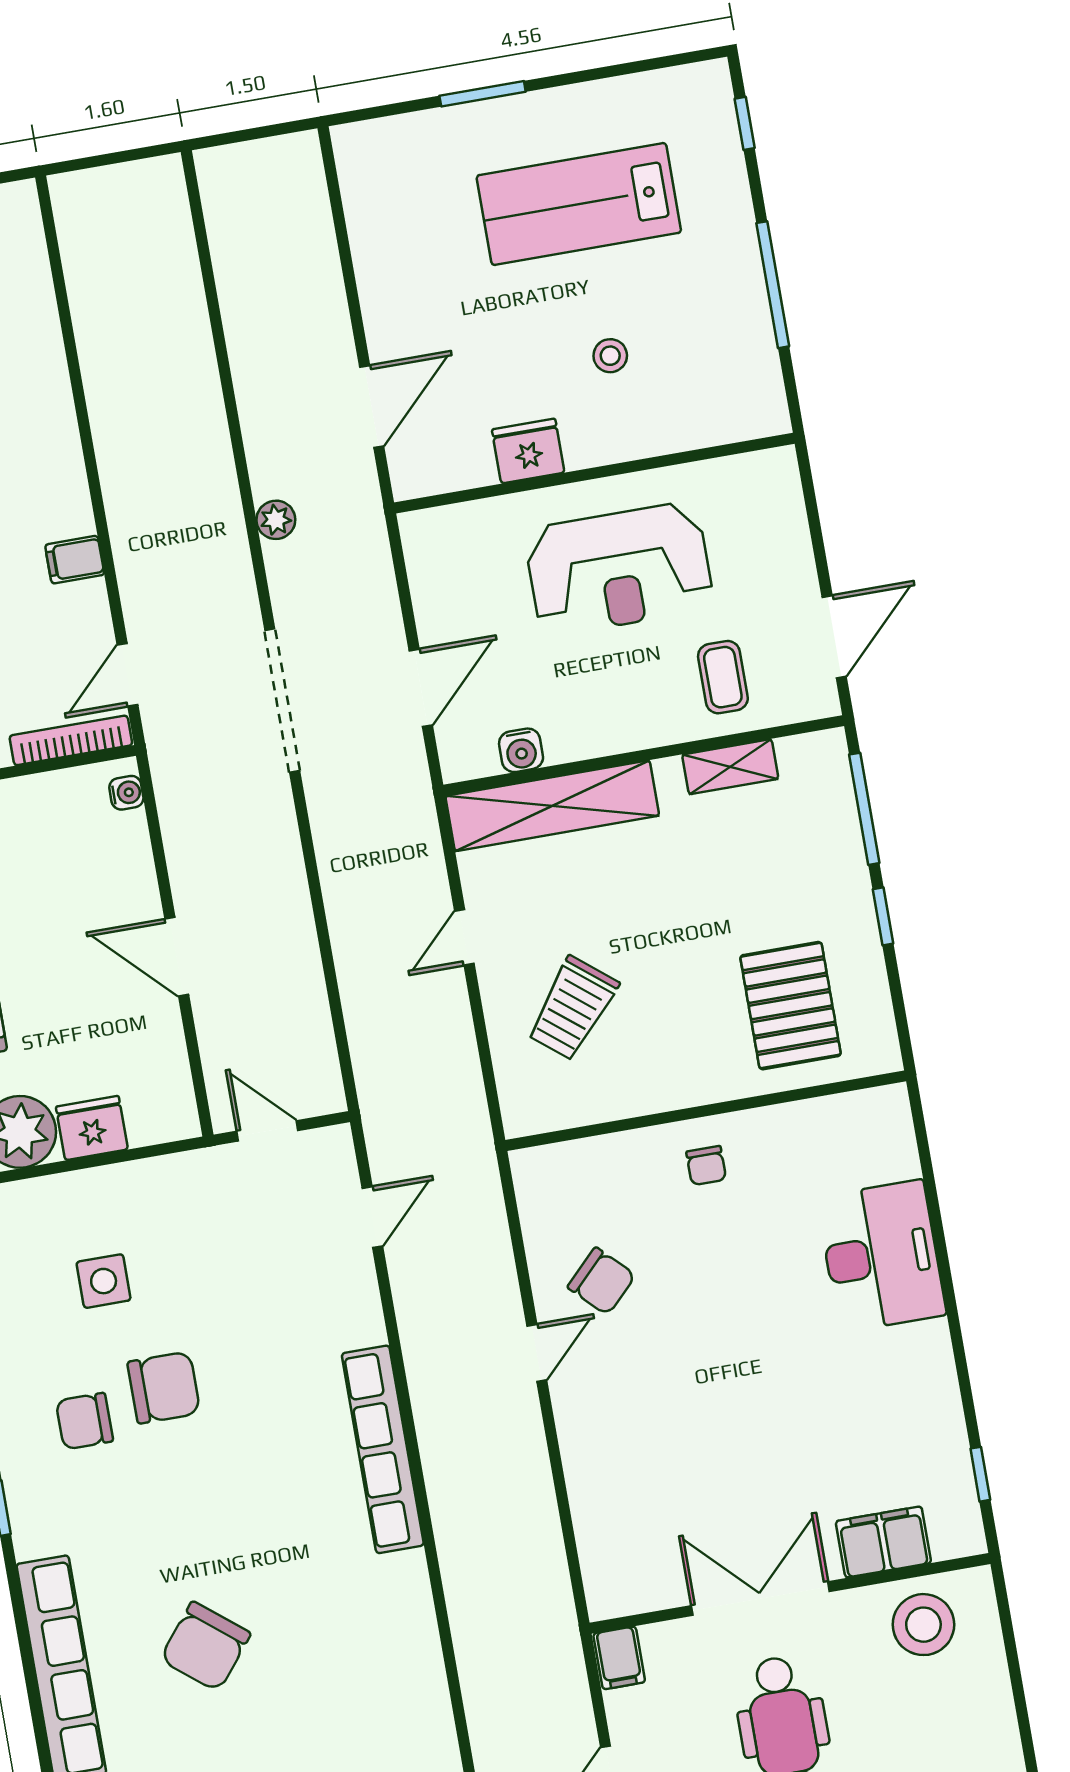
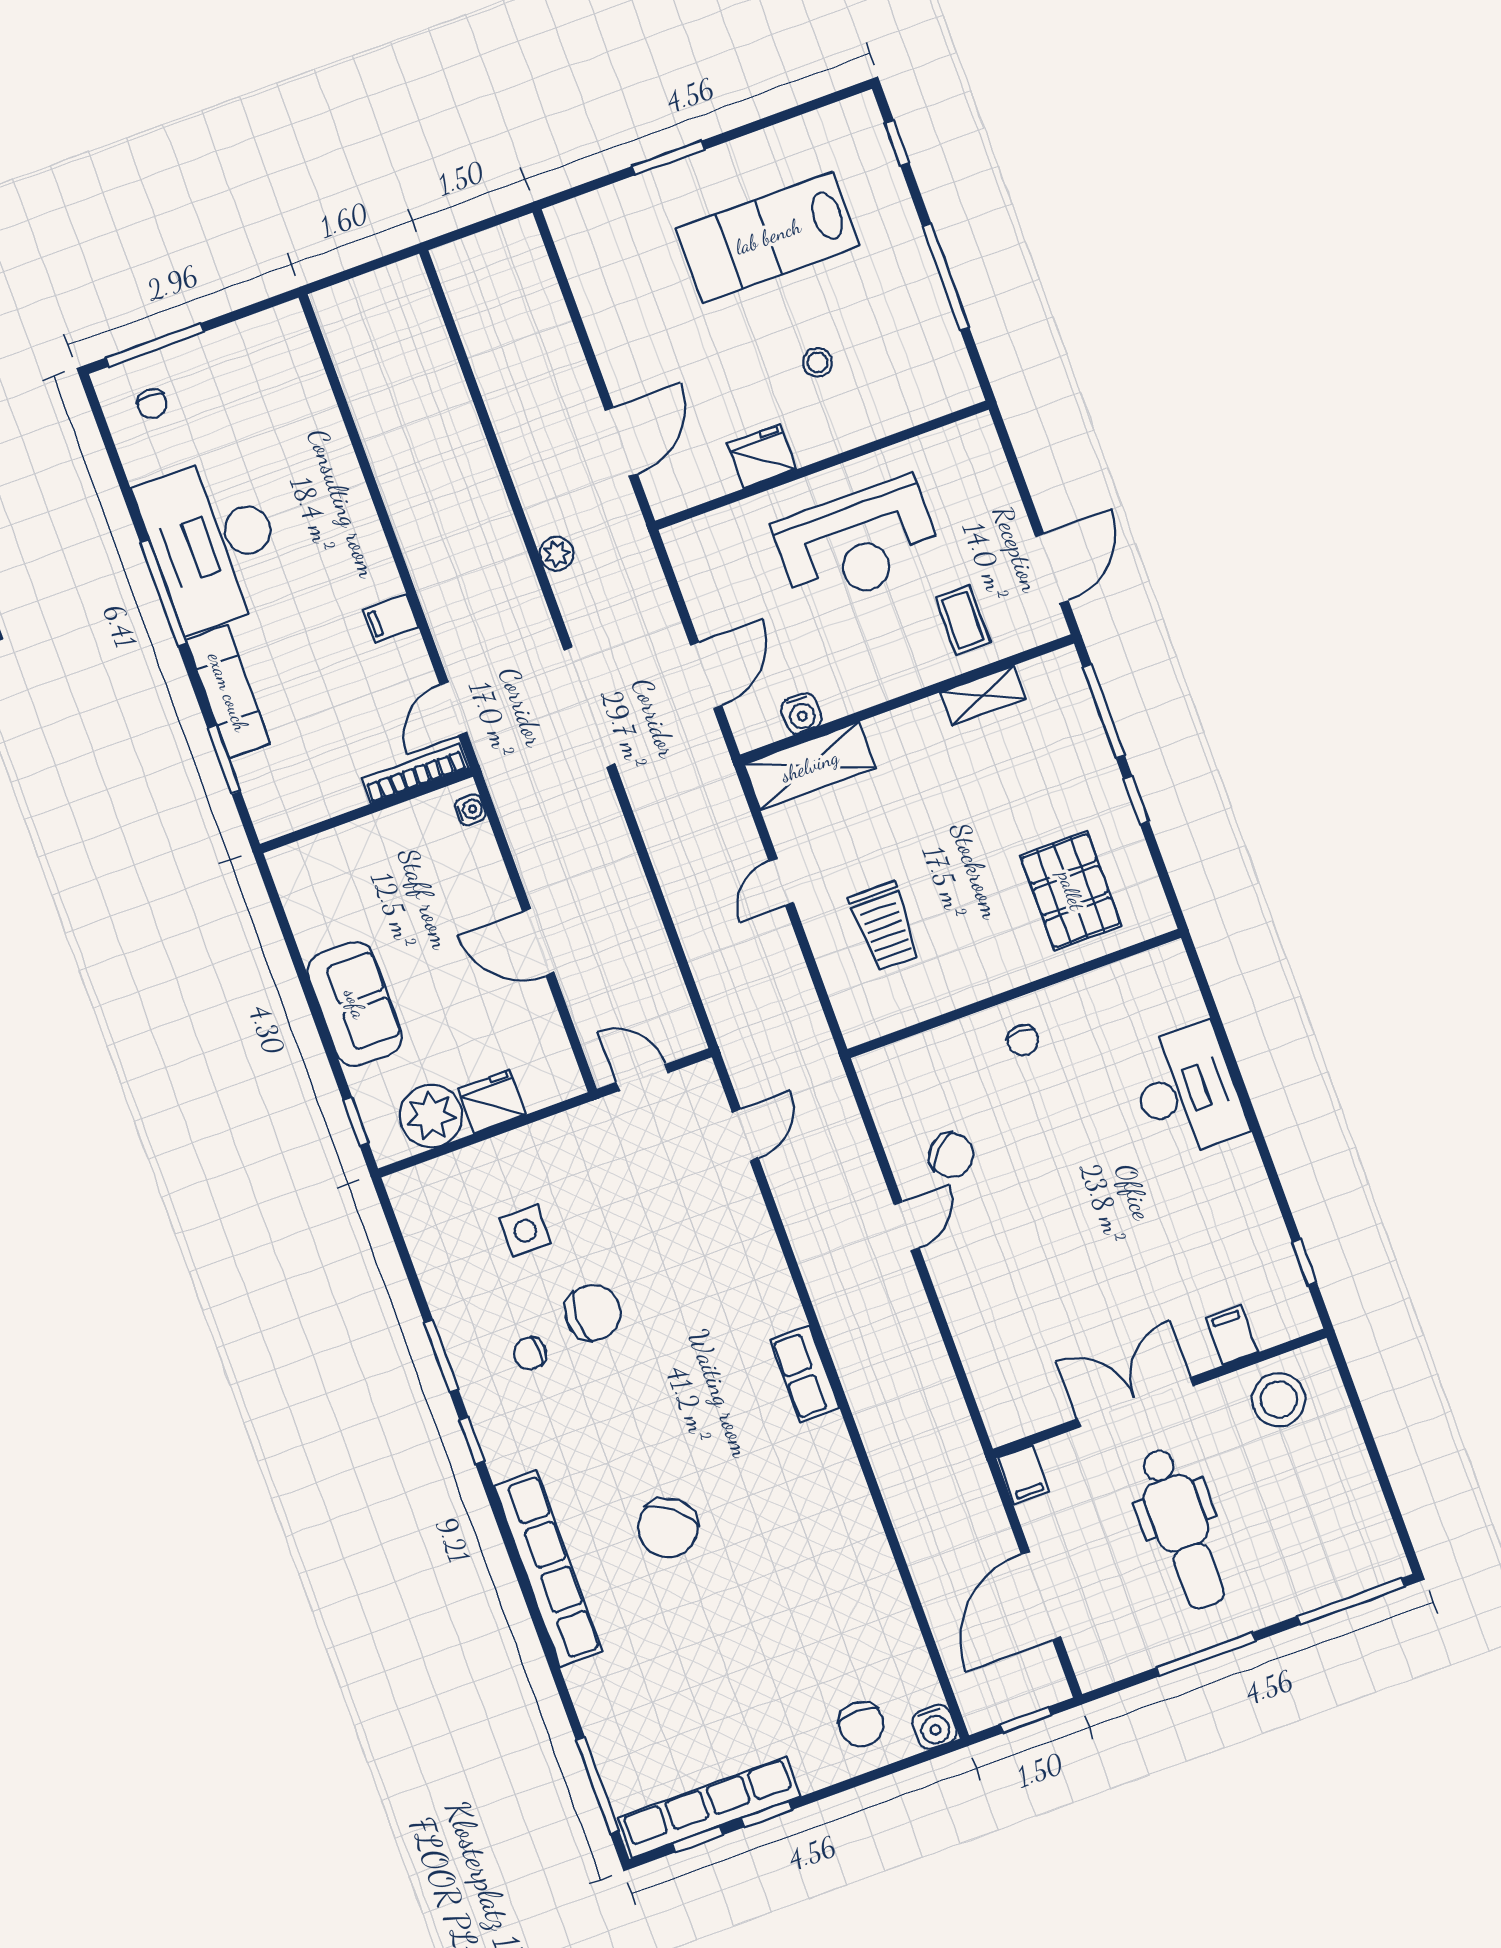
shelving: (552, 806) -> (810, 766), width x0.68
trolley: (573, 1008) -> (885, 926), turned -39
chair: (84, 1421) -> (530, 1353), width x0.73, depth x0.73
row of seats: (383, 1449) -> (805, 1374), width x0.50
filing cabinet: (883, 1542) -> (1232, 1335), width x0.50

